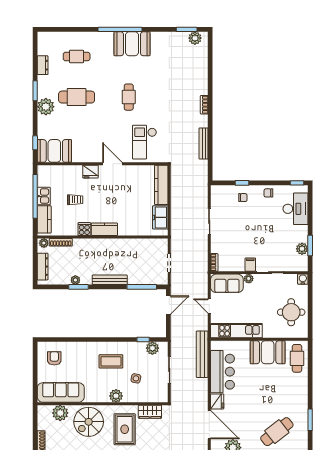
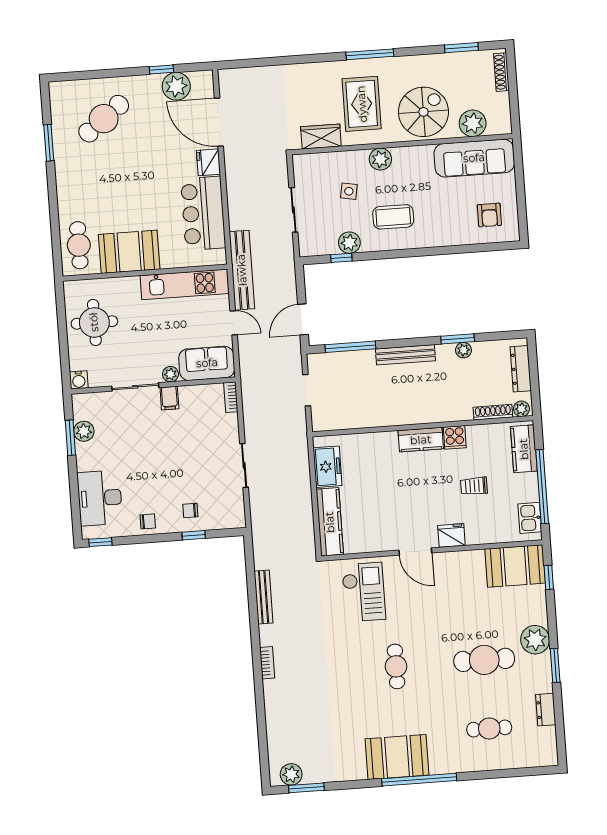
kitchen sink: (44, 196) -> (530, 518), moved
plant: (152, 348) -> (349, 243), moved
bench: (202, 354) -> (242, 270), moved

